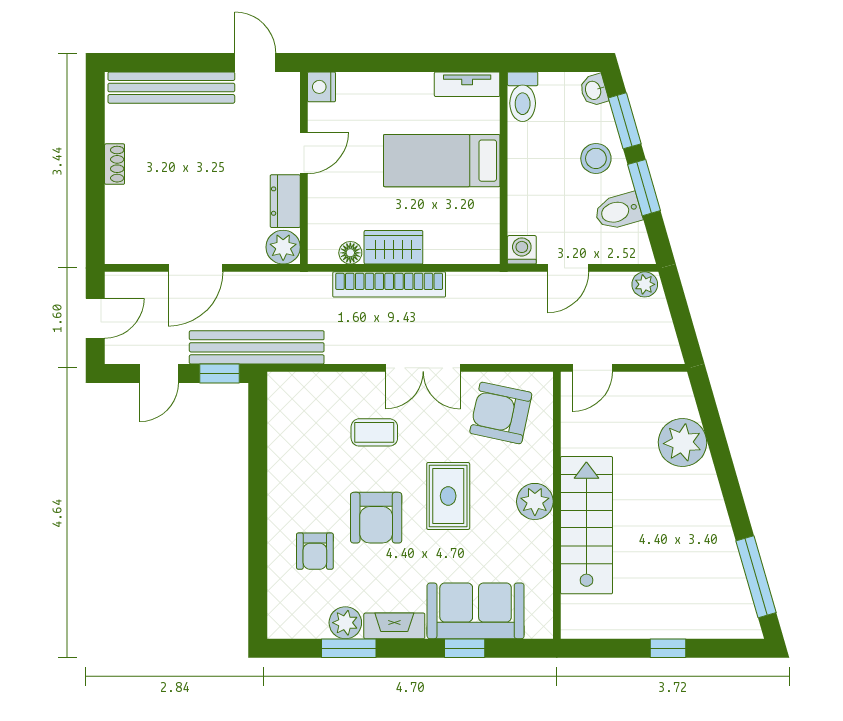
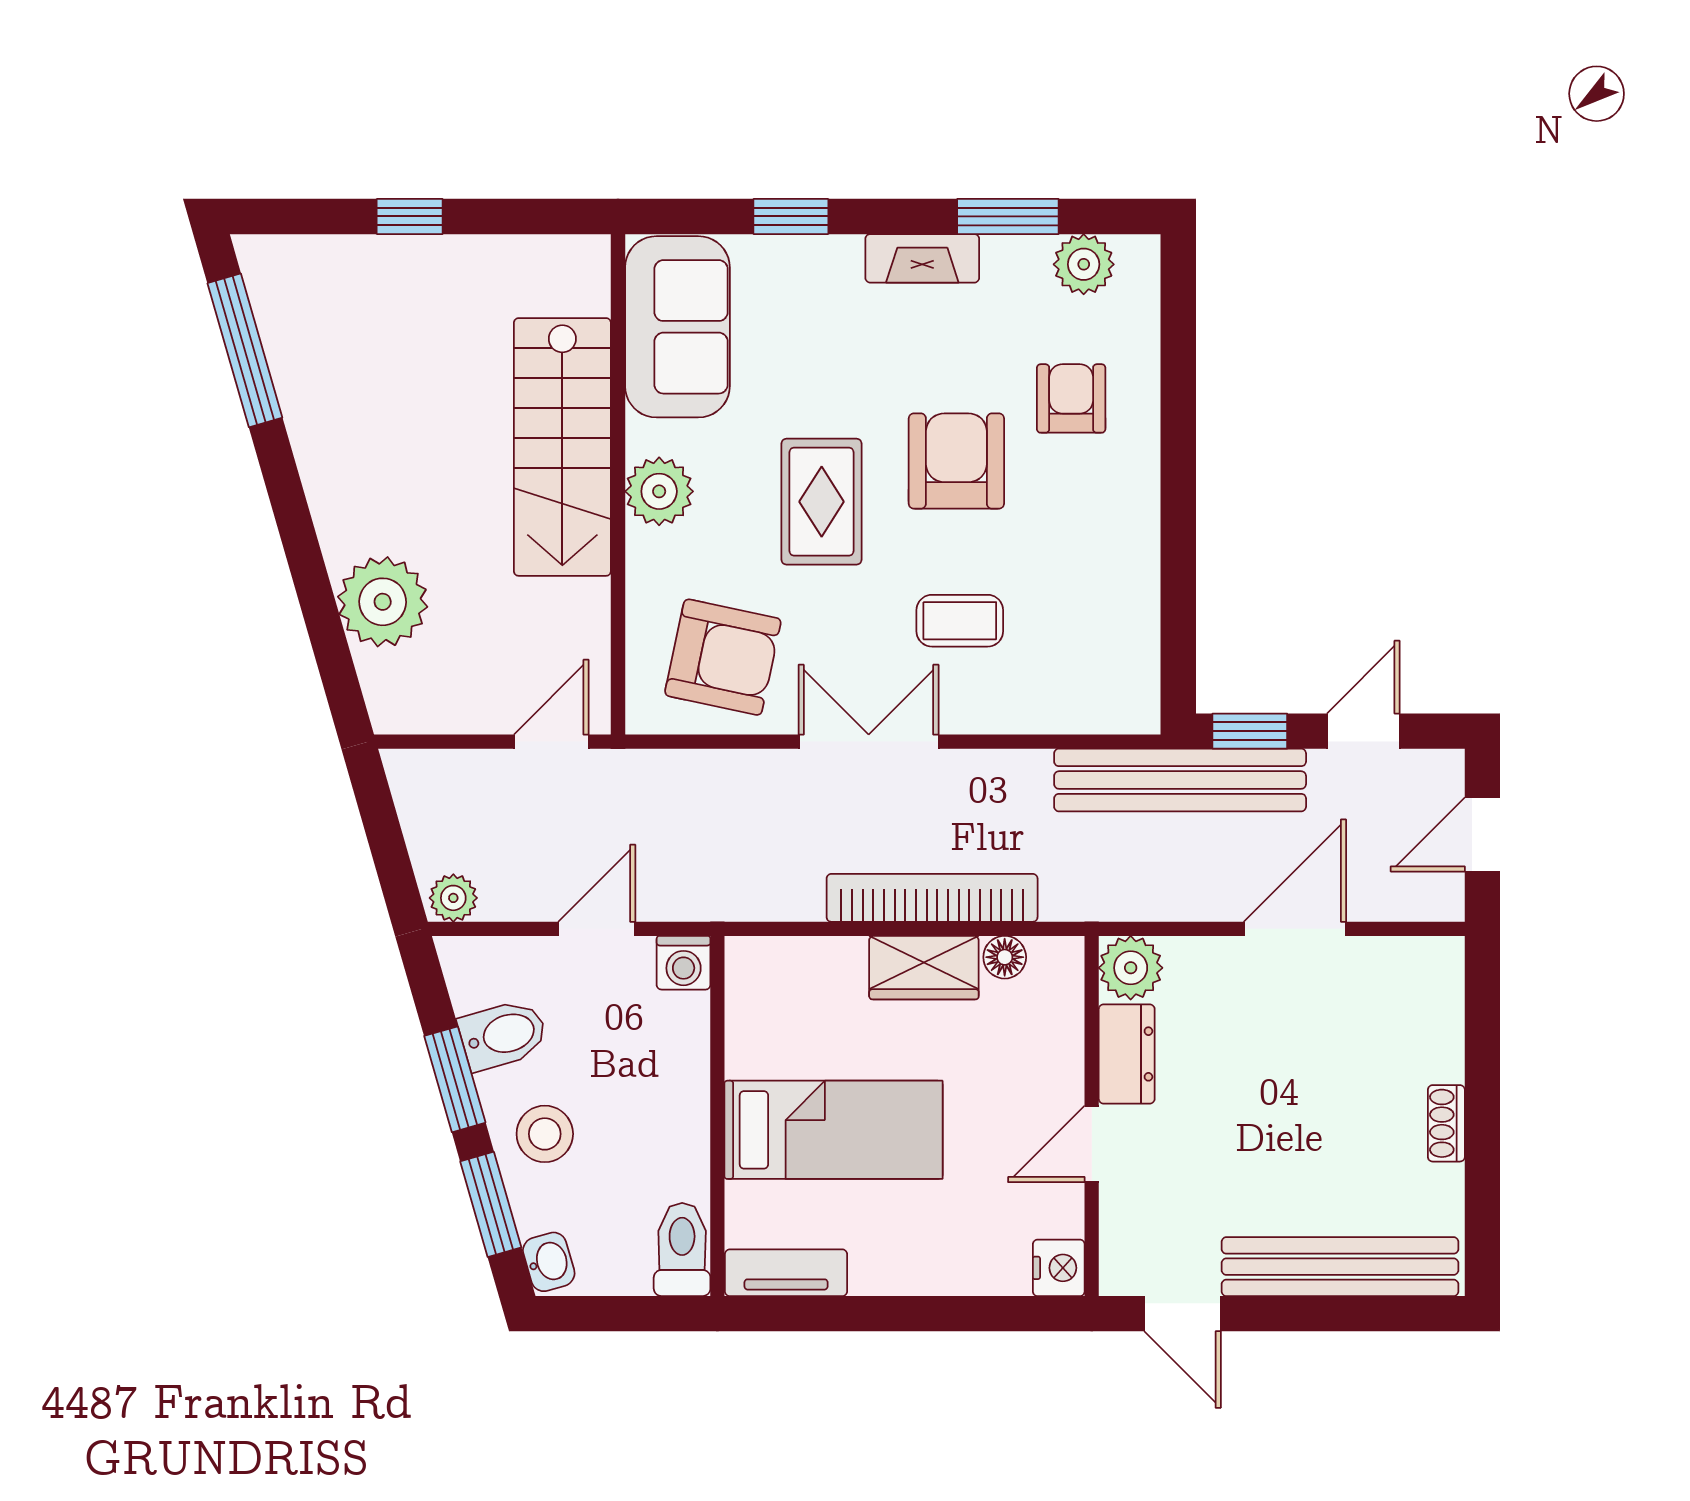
sofa: (476, 611) -> (677, 327), moved, turned -90
plant: (345, 623) -> (1084, 264), moved

